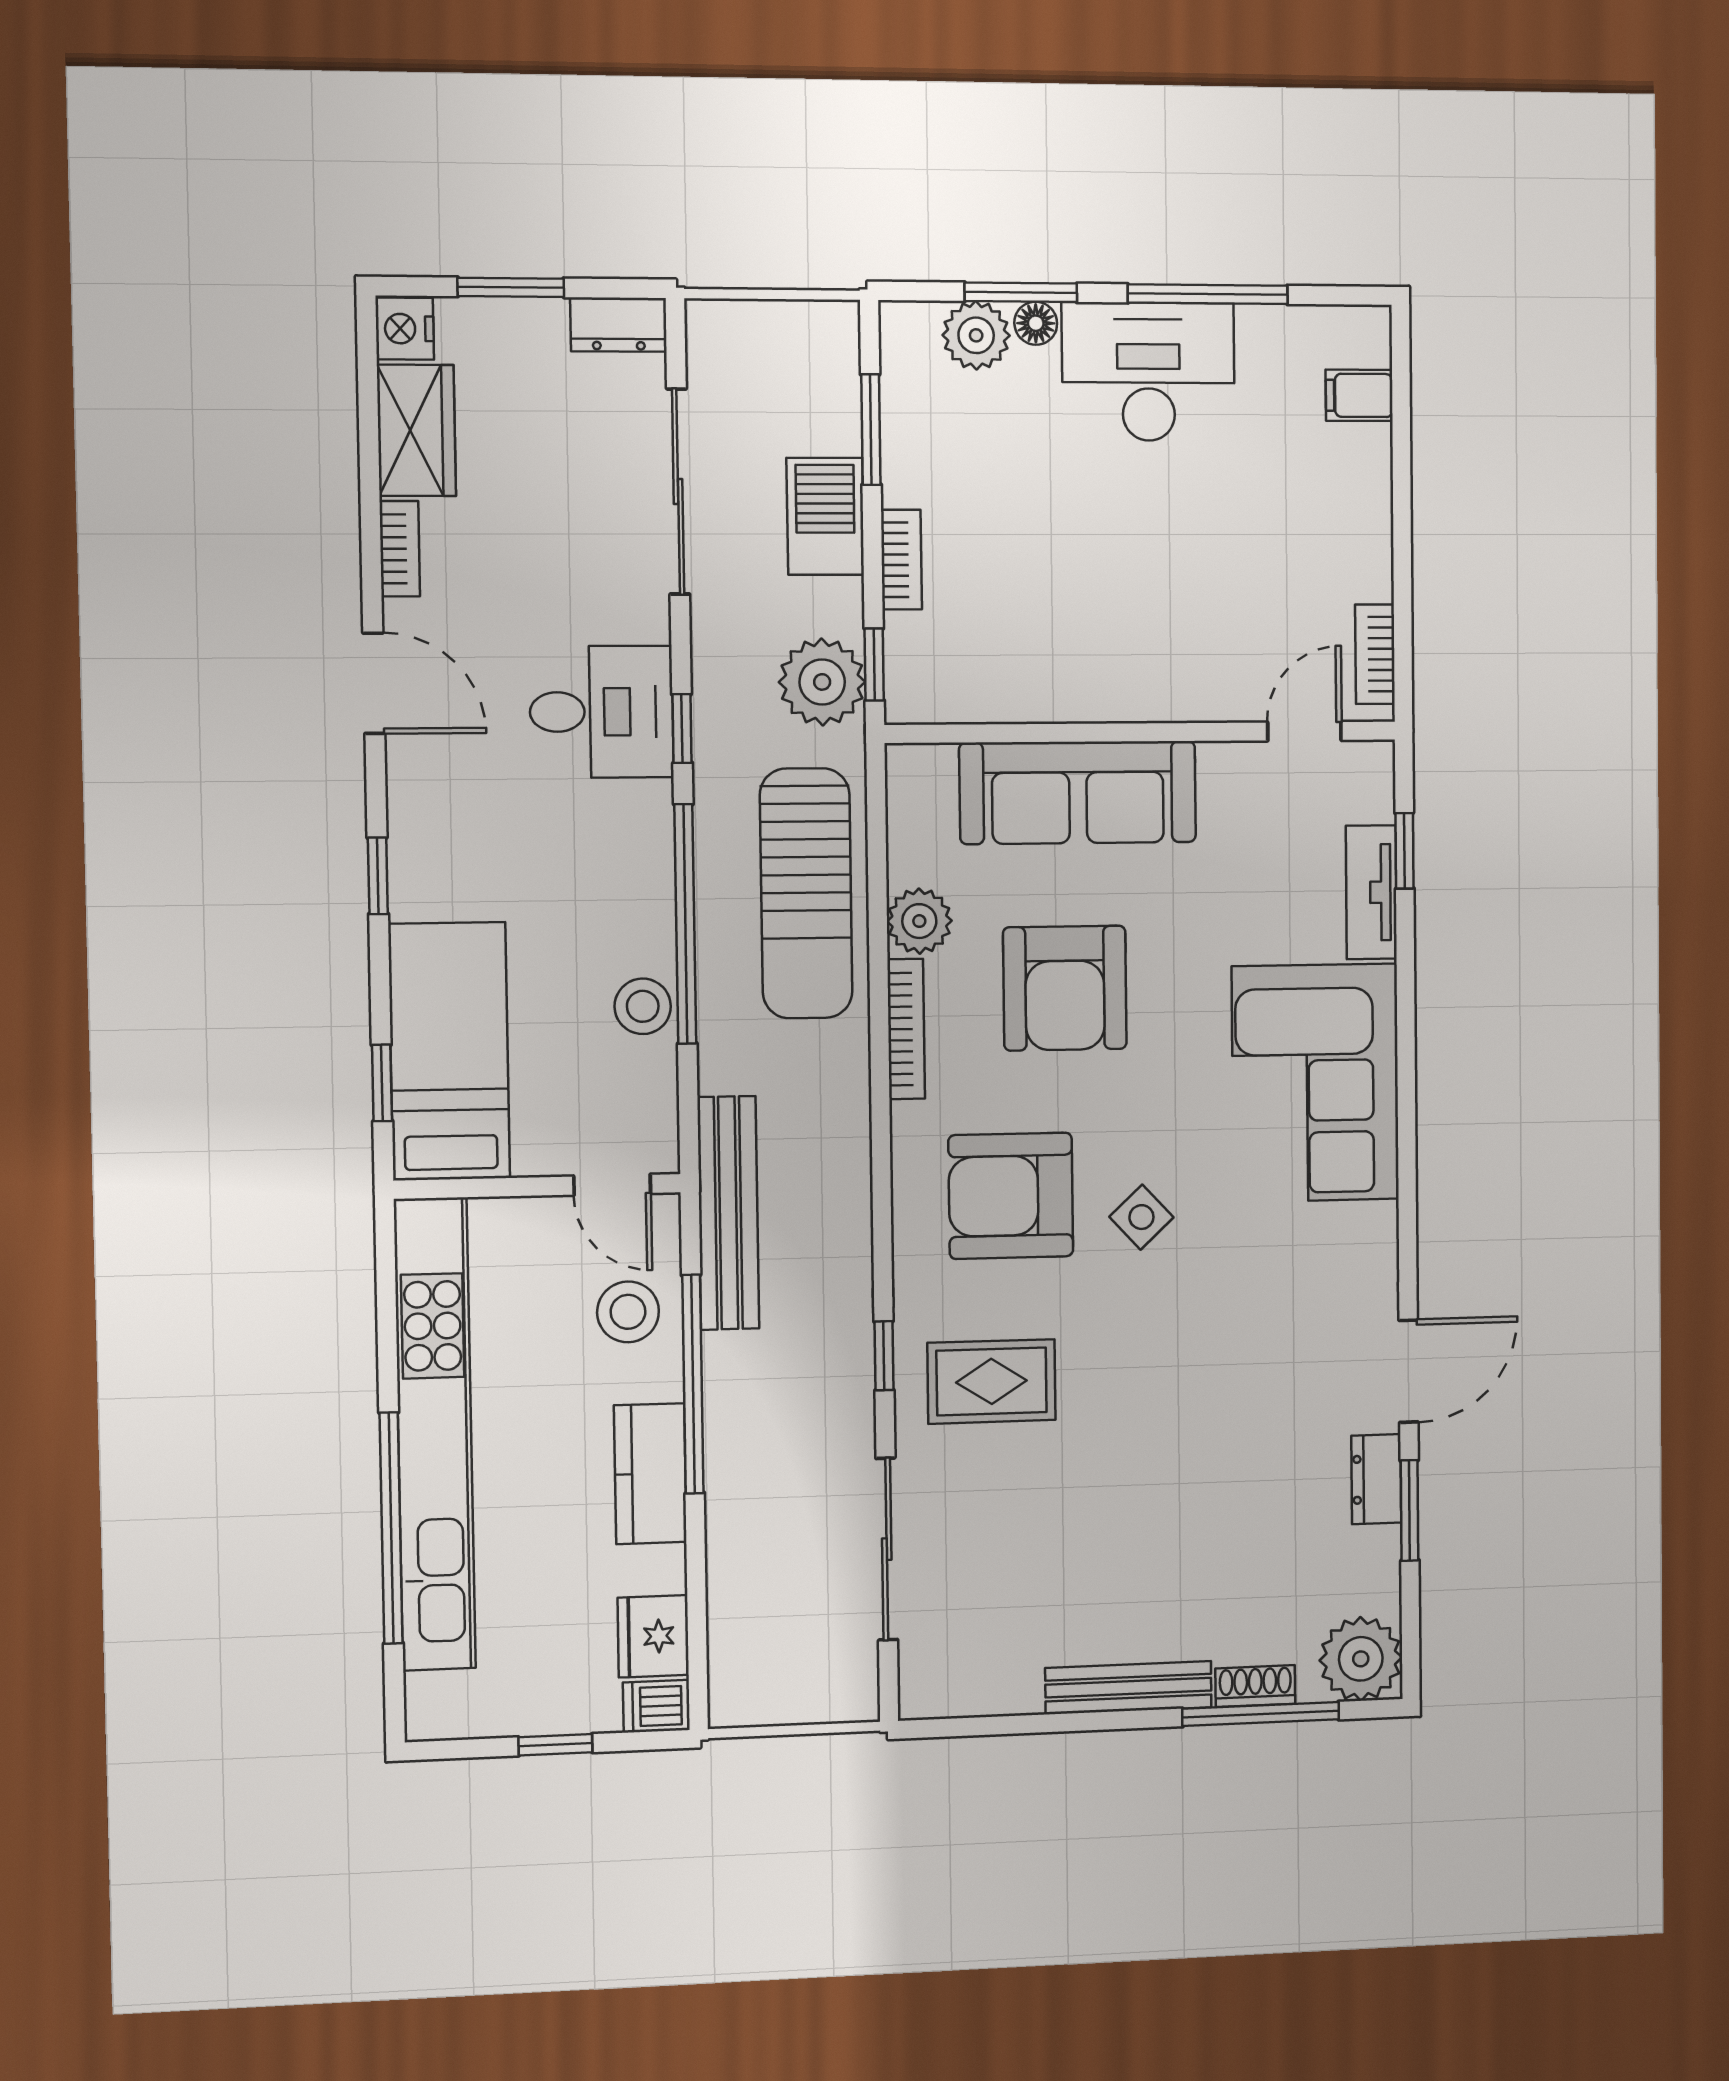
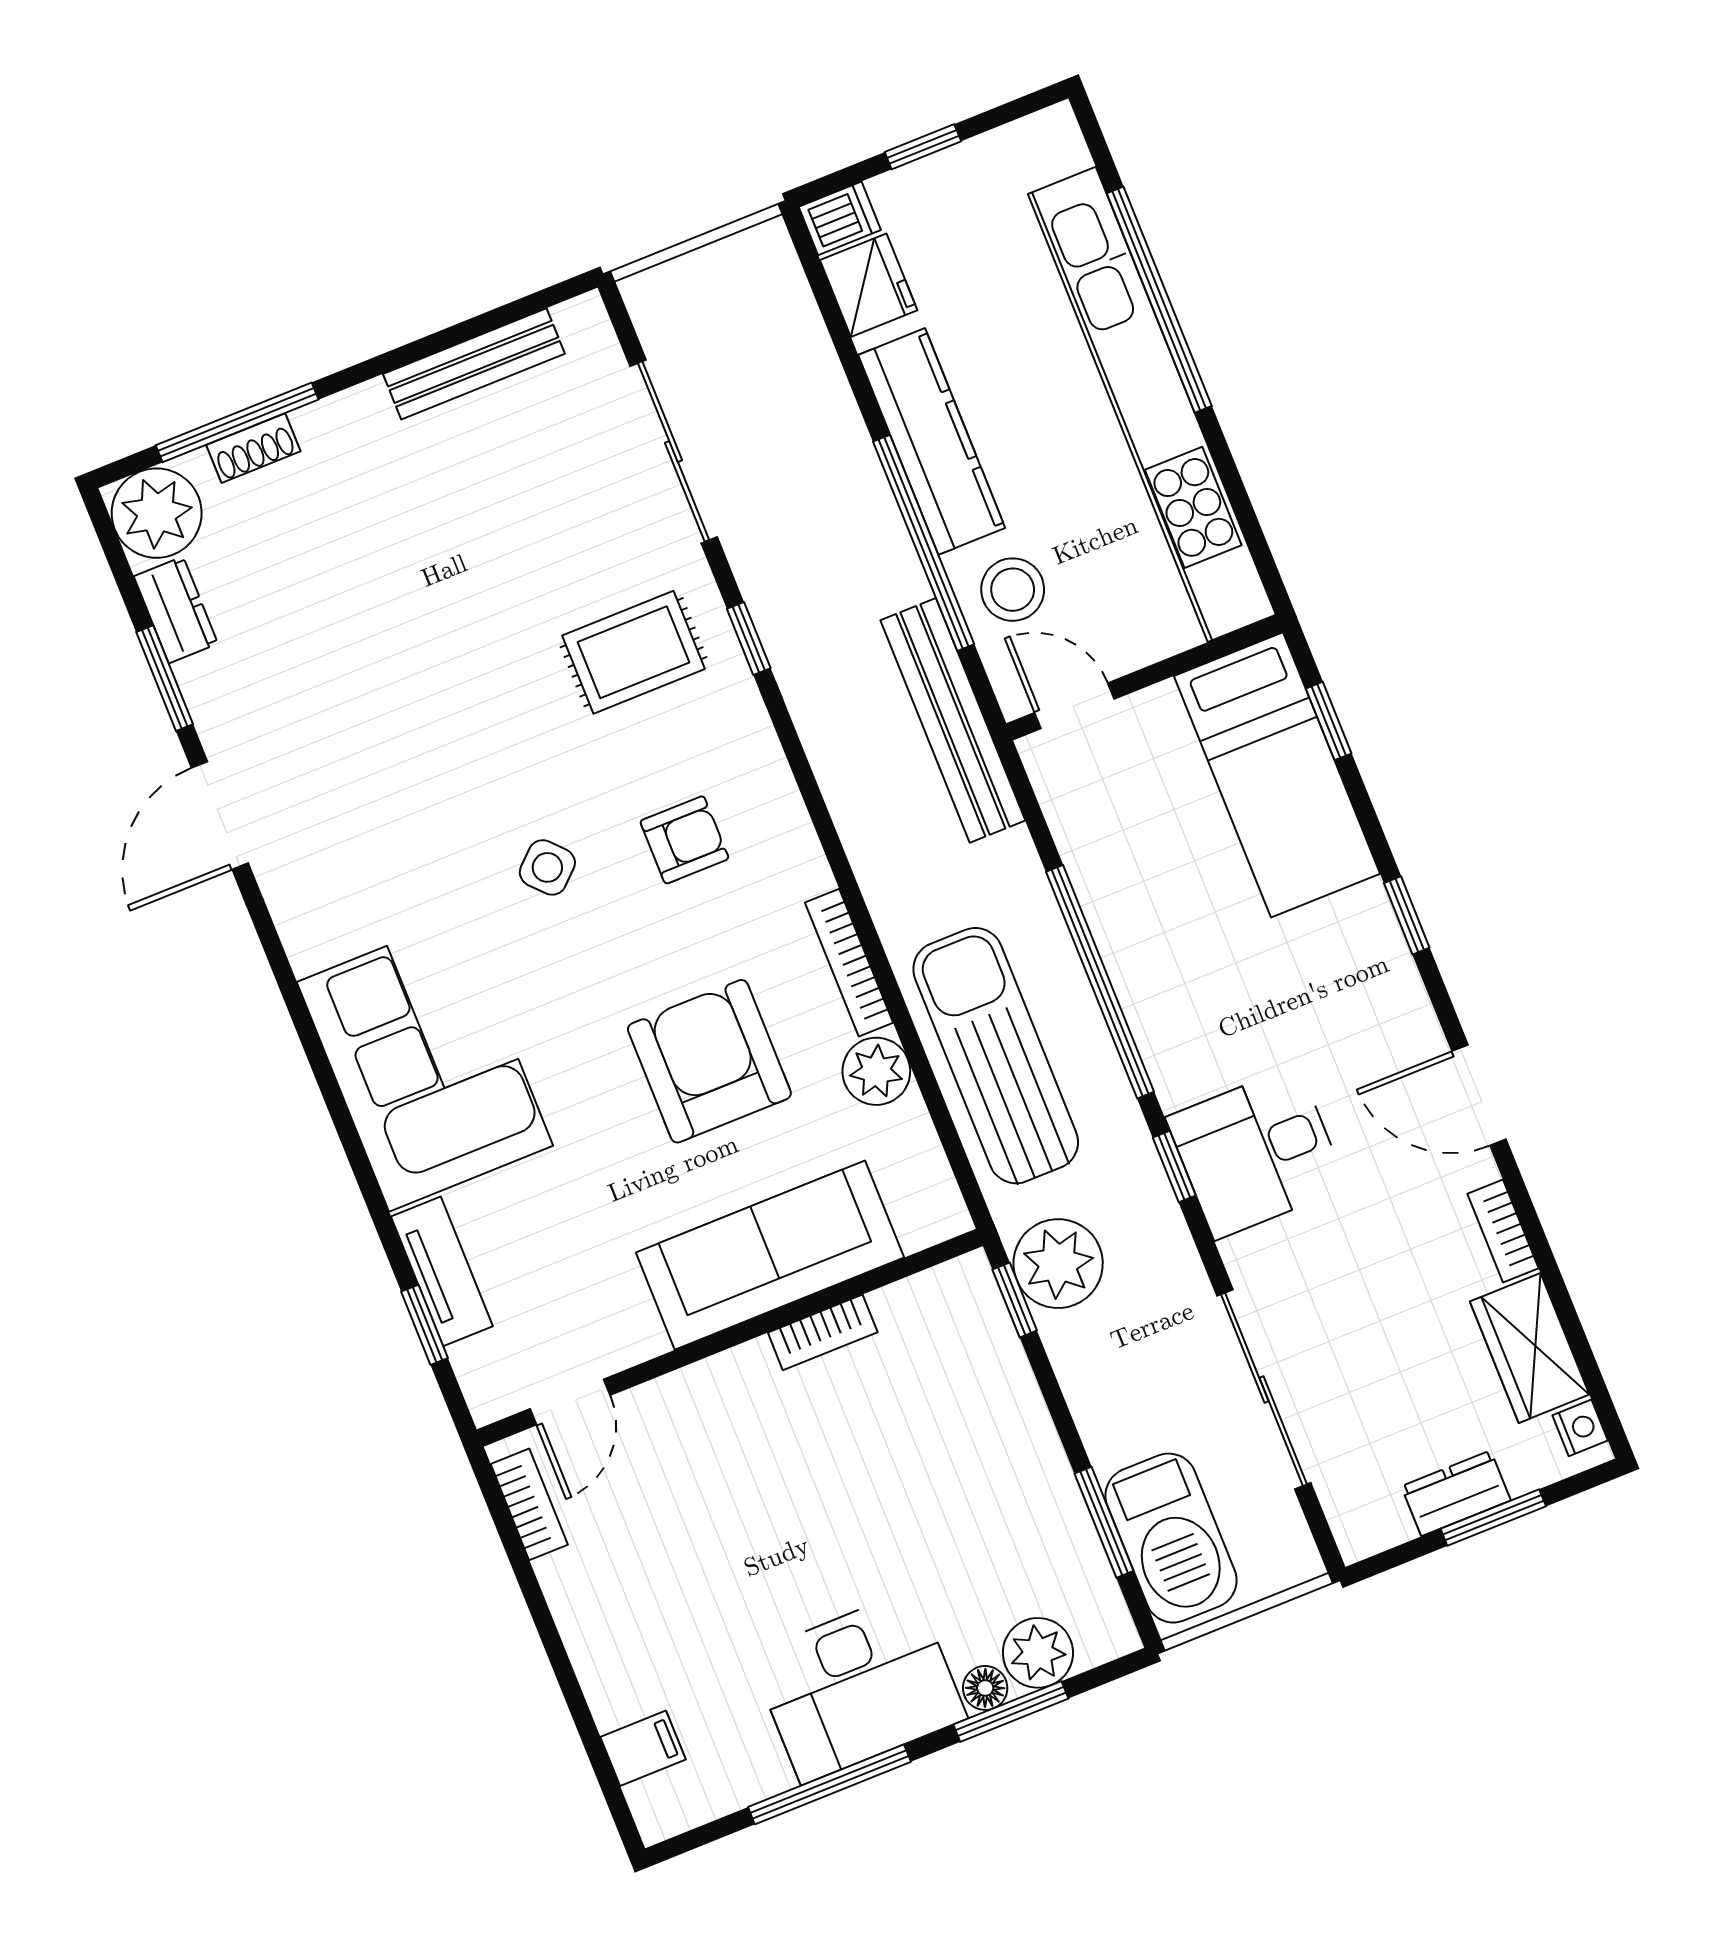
dresser: (618, 325) -> (1456, 1493), moved
nightstand: (405, 329) -> (1580, 1428), width x0.72, depth x0.74
barbecue: (825, 516) -> (1171, 1538), moved, width x1.37, depth x1.21
bookcase: (901, 560) -> (823, 1332), moved, turned -90
stool: (643, 1006) -> (1110, 888), removed
armchair: (1011, 1196) -> (684, 840), width x0.53, depth x0.53
kitchen counter: (650, 1474) -> (932, 441), width x1.50
dresser: (1376, 1479) -> (176, 610), moved
bench: (1128, 1688) -> (474, 364), moved

